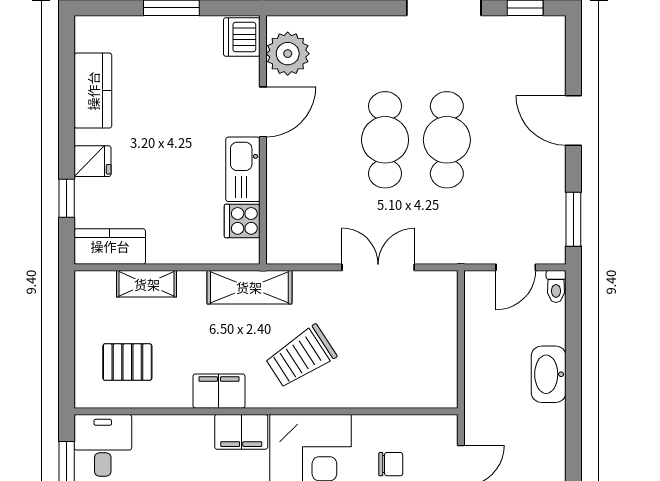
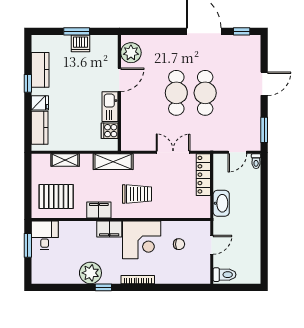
dishwasher: (242, 37) -> (80, 43), moved, turned -90
door: (573, 120) -> (264, 84), swing flipped
window: (67, 198) -> (28, 83), moved
kitchen counter: (110, 246) -> (40, 128), moved, turned 90
locker: (443, 315) -> (203, 175), added
trolley: (301, 357) -> (137, 194), turned -147
pallet: (127, 362) -> (56, 197), width x1.50, depth x1.42
washbasin: (549, 374) -> (221, 203), moved, turned 180

